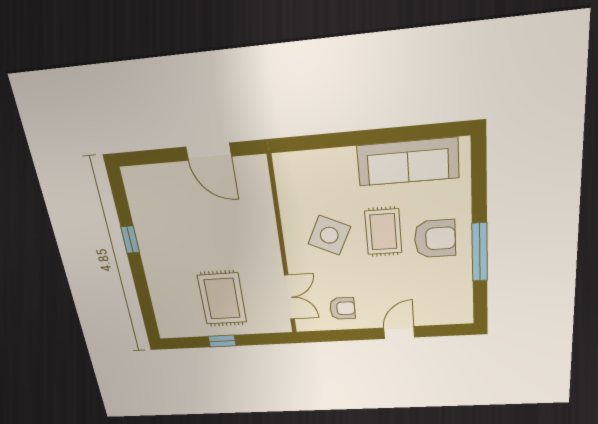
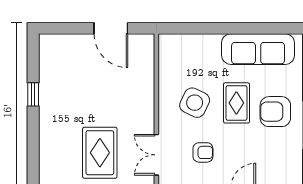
armchair: (435, 239) -> (275, 112), turned 180
double door: (289, 297) -> (156, 155), swing flipped
armchair: (342, 308) -> (203, 152), moved

